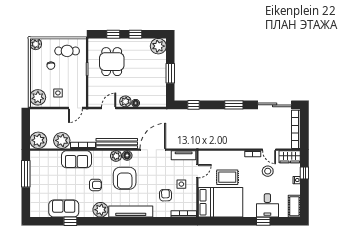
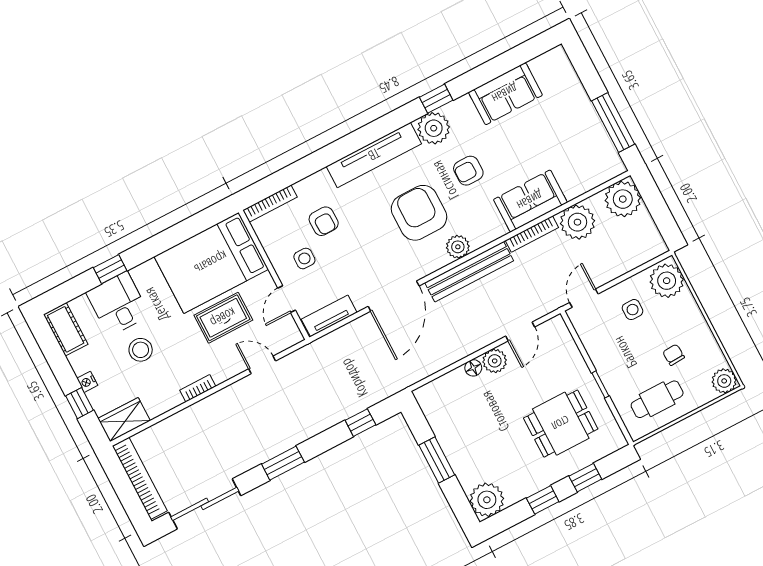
dining table: (112, 62) -> (561, 424), turned 90
door: (269, 150) -> (262, 365), moved
floor lamp: (127, 155) -> (437, 259), removed
stool: (268, 171) -> (141, 350), moved
window: (70, 221) -> (436, 99), moved

